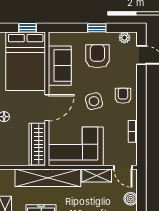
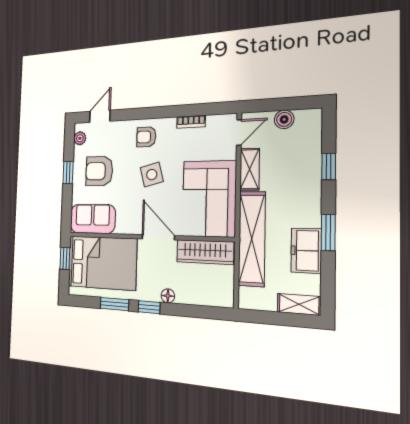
sofa: (60, 66) -> (93, 219), moved

